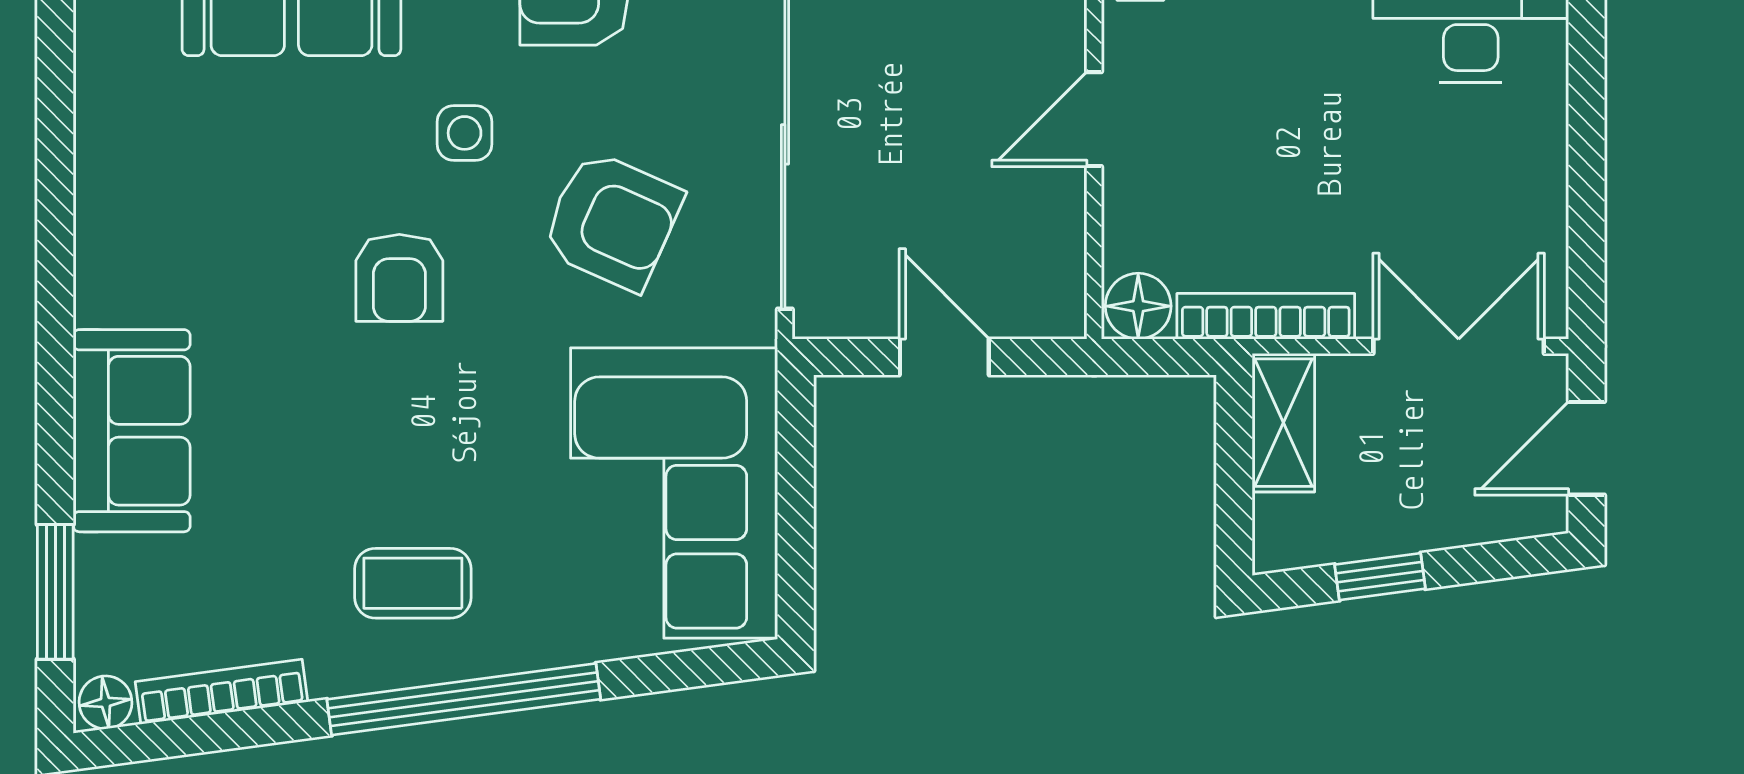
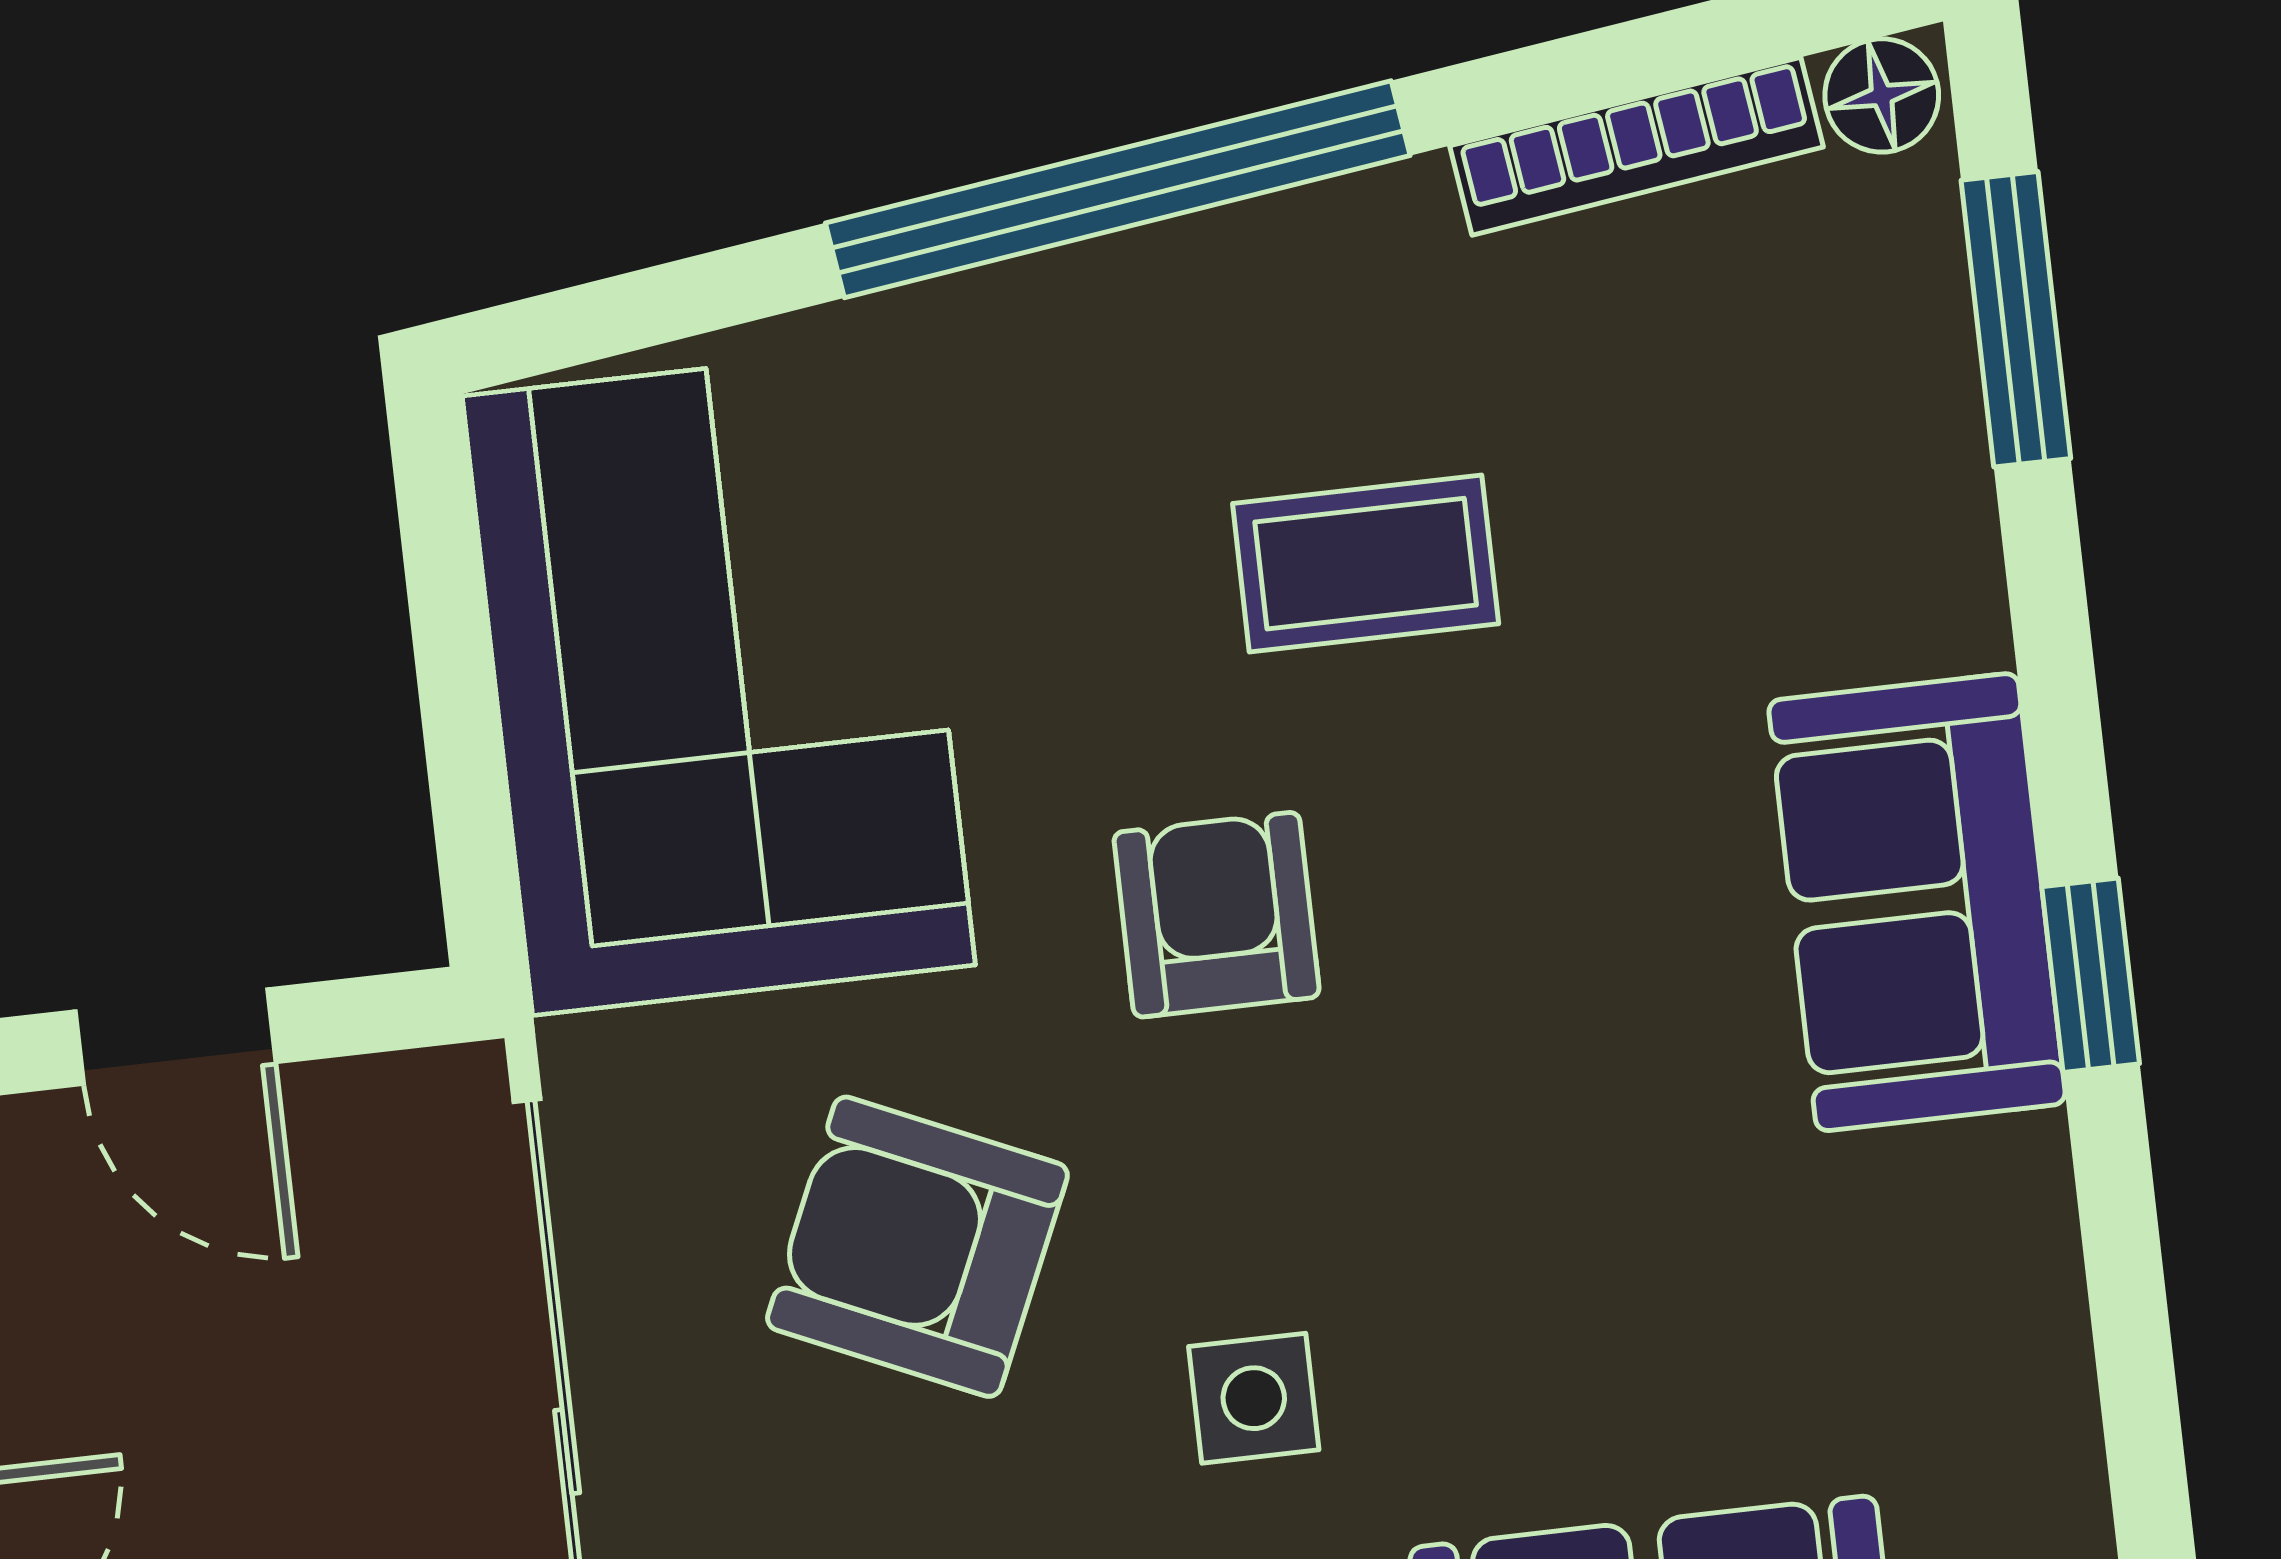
armchair: (399, 278) -> (1217, 915), moved
window: (55, 284) -> (2091, 975), added
sofa: (132, 431) -> (1917, 902), moved
coffee table: (413, 583) -> (1366, 564), moved

